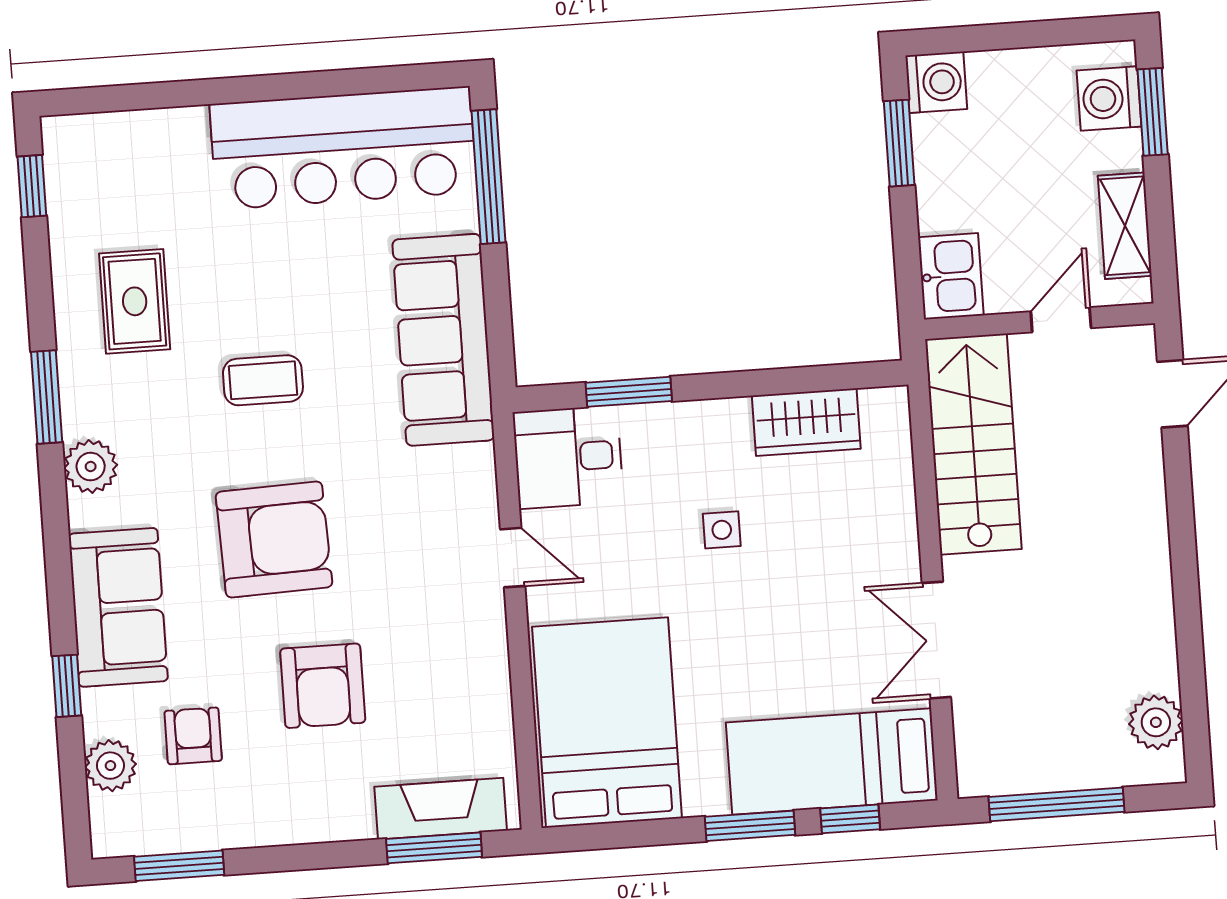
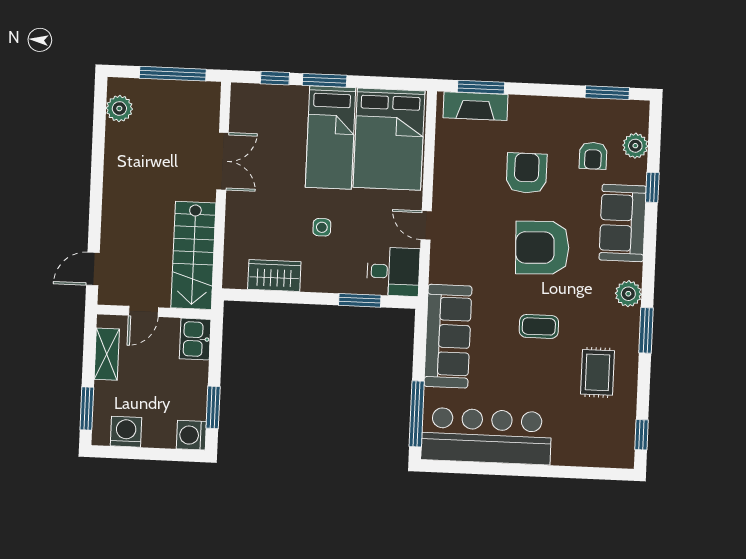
washing machine: (1109, 99) -> (126, 432), moved, turned -90
bed: (832, 761) -> (330, 138), moved, turned 90

